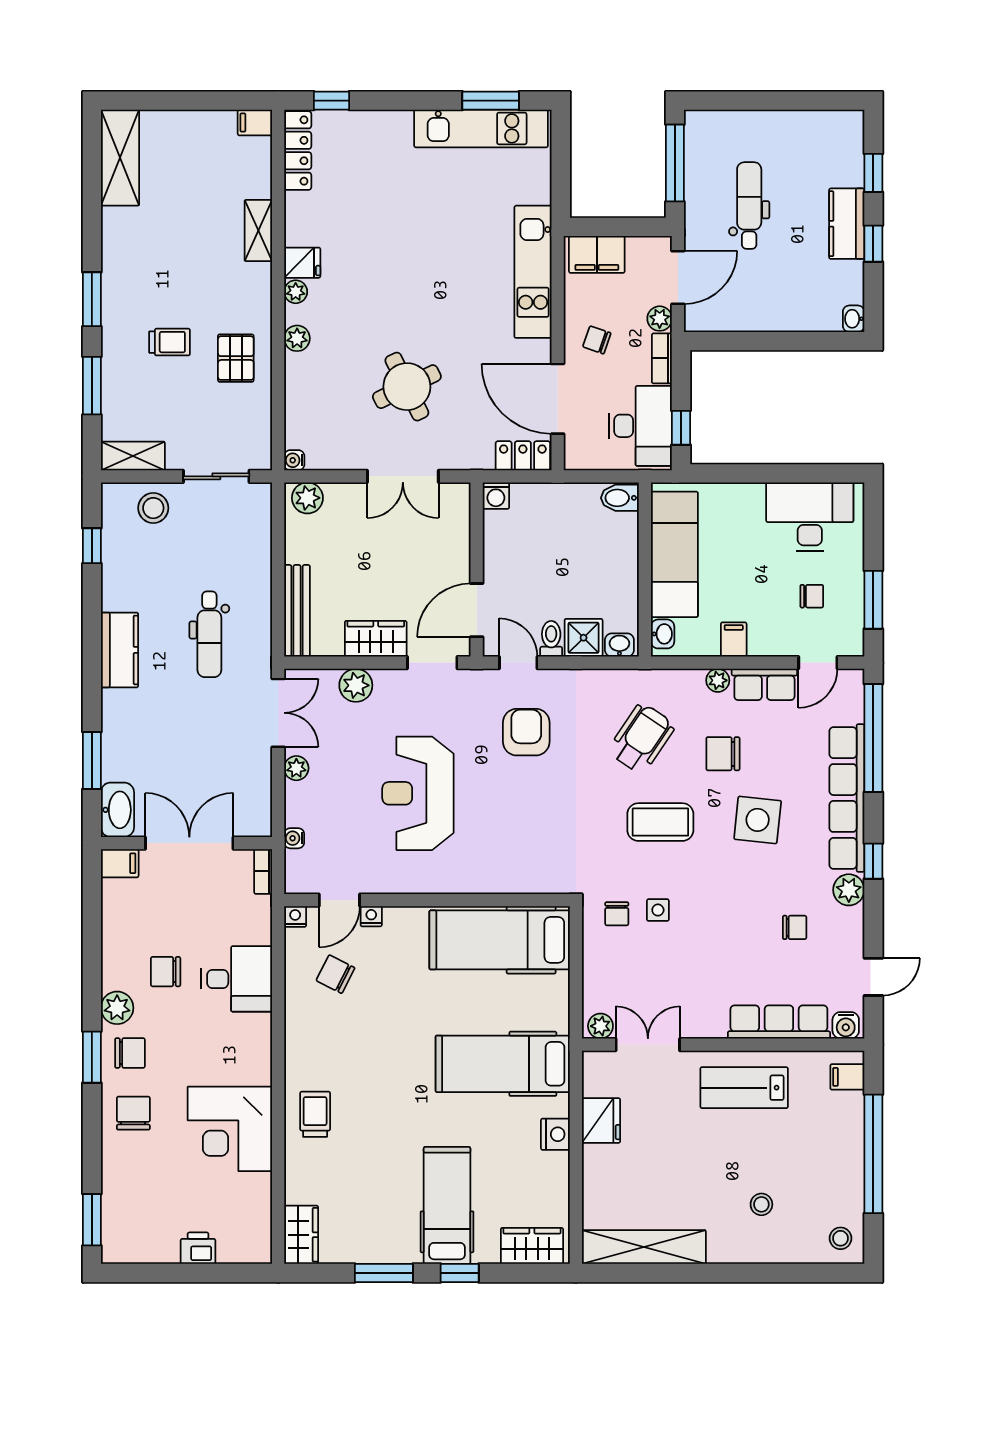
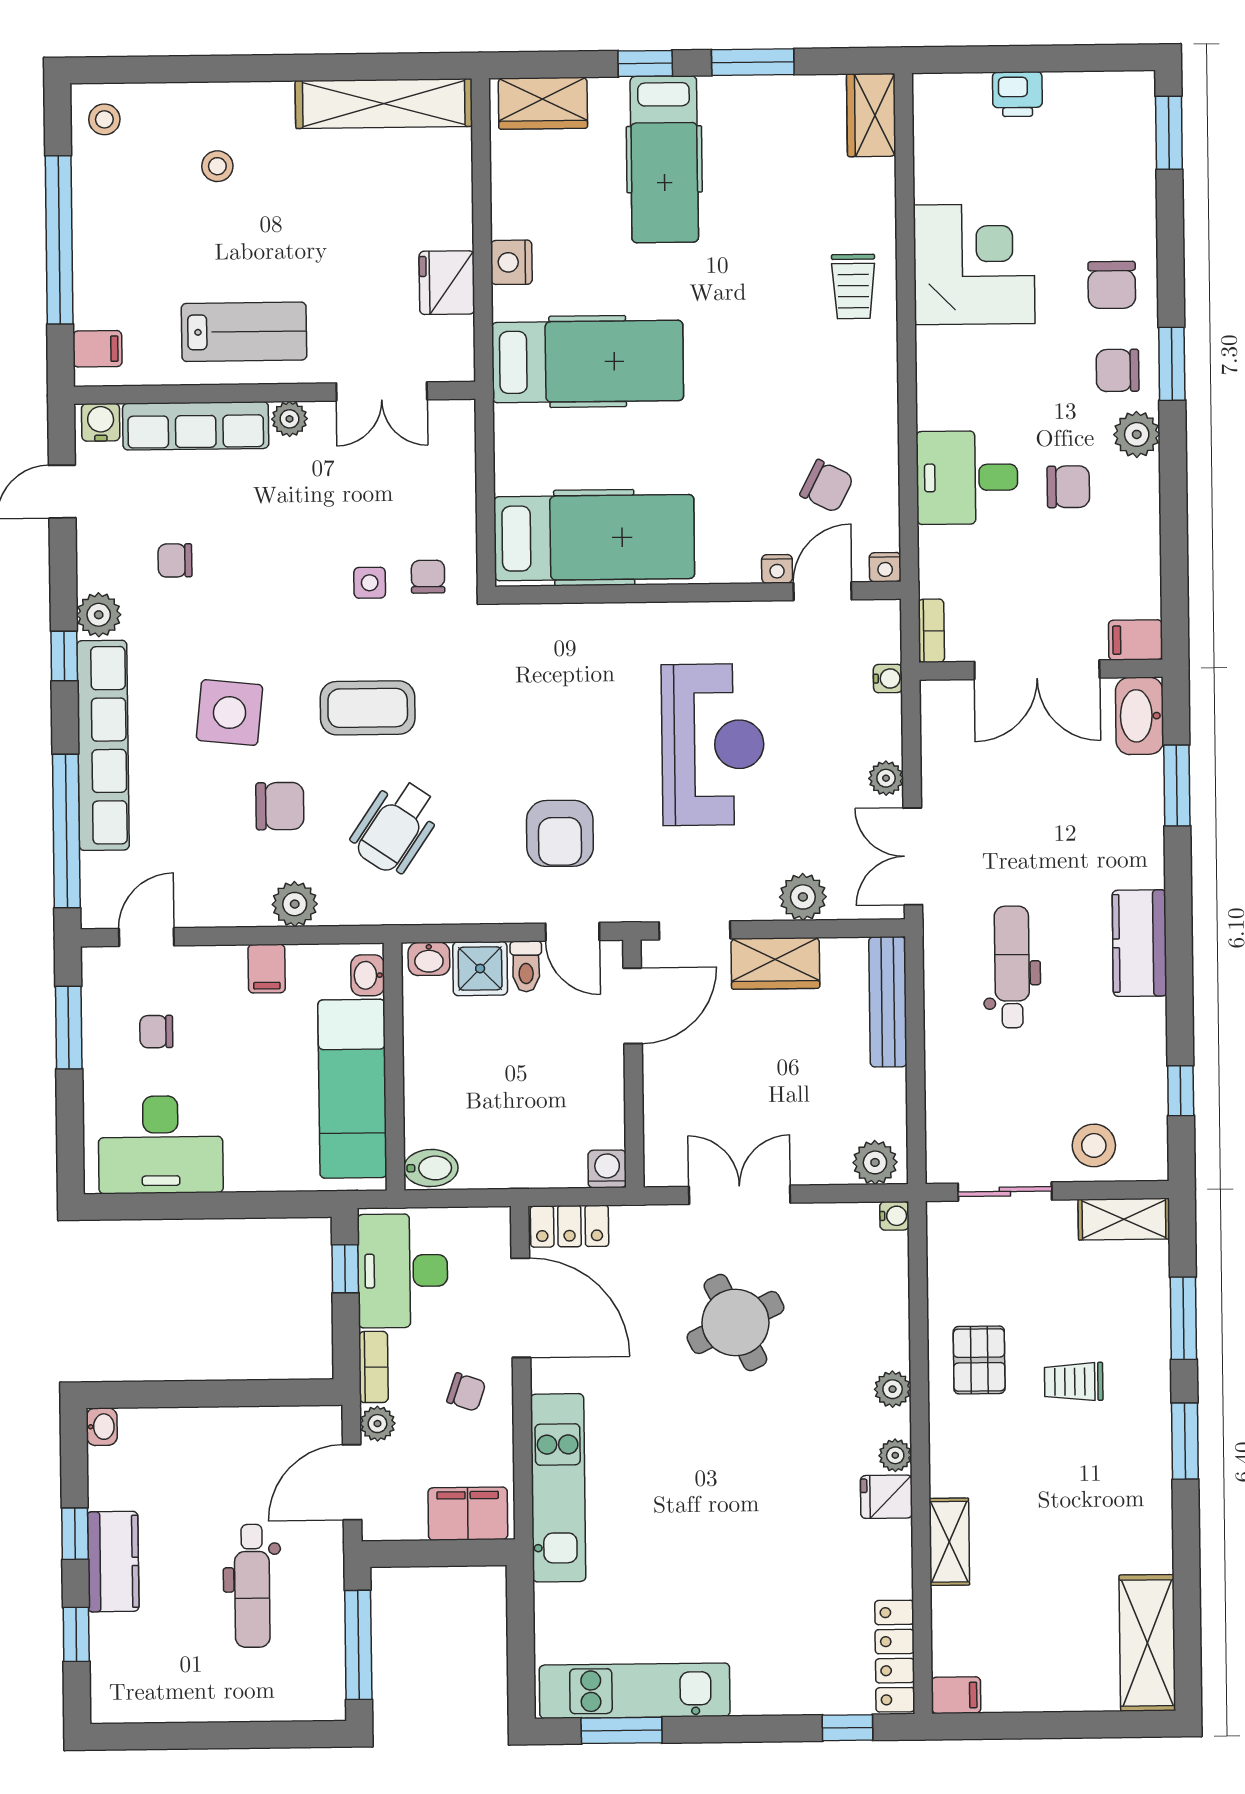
plant: (718, 680) -> (295, 904), width x1.38, depth x1.38
row of seats: (764, 684) -> (222, 905), removed
plant: (600, 1026) -> (290, 419), moved

